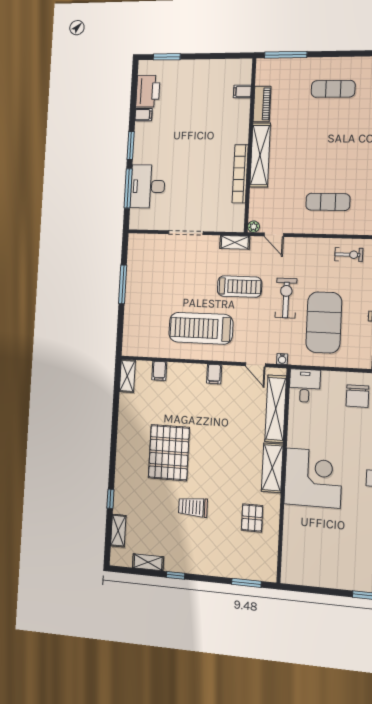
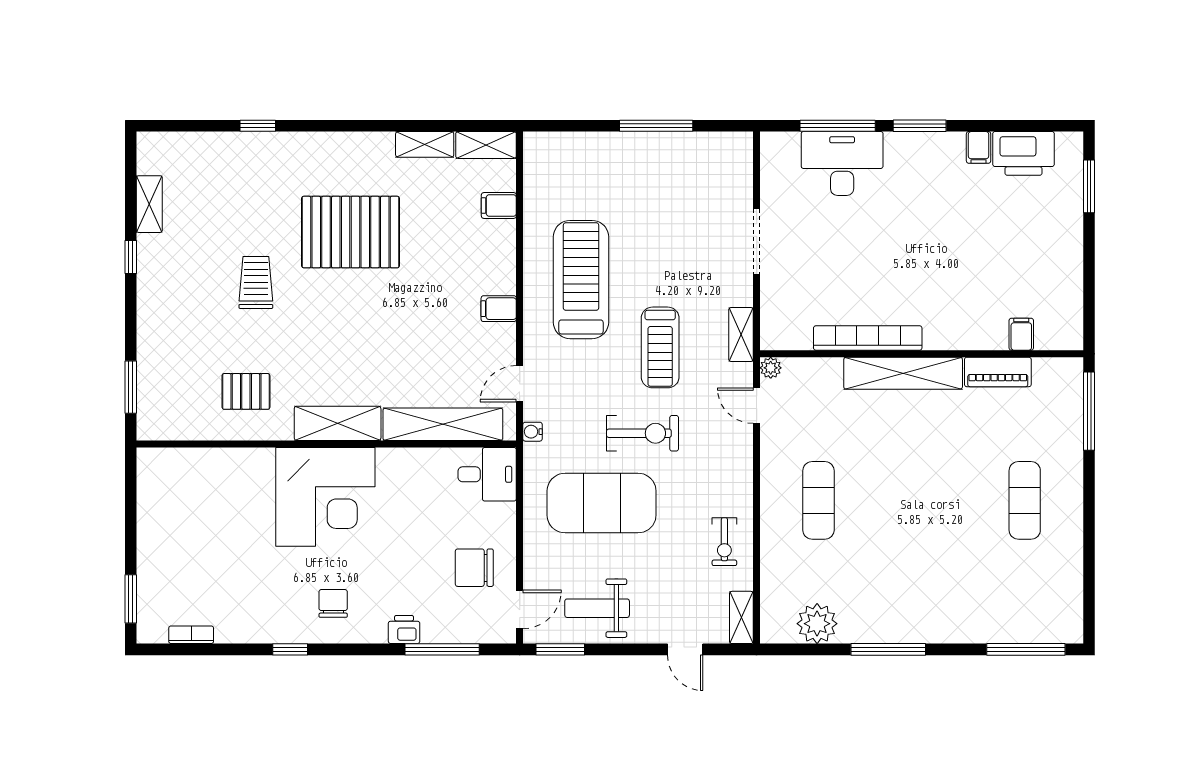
door: (274, 235) -> (757, 406), hinge flipped
shelving: (118, 531) -> (425, 144), moved

